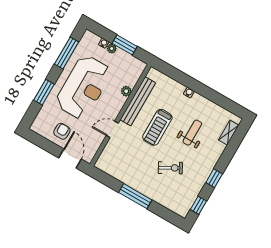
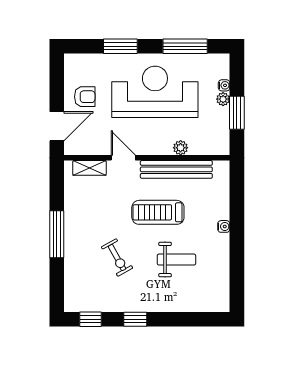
reception desk: (84, 87) -> (155, 92), turned 180
shelving: (229, 133) -> (89, 168), moved

